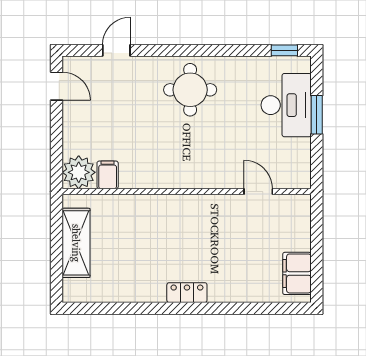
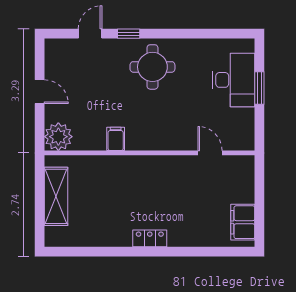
window: (284, 50) -> (129, 34), moved
door: (57, 86) -> (40, 92), moved
filing cabinet: (108, 175) -> (116, 139), moved

